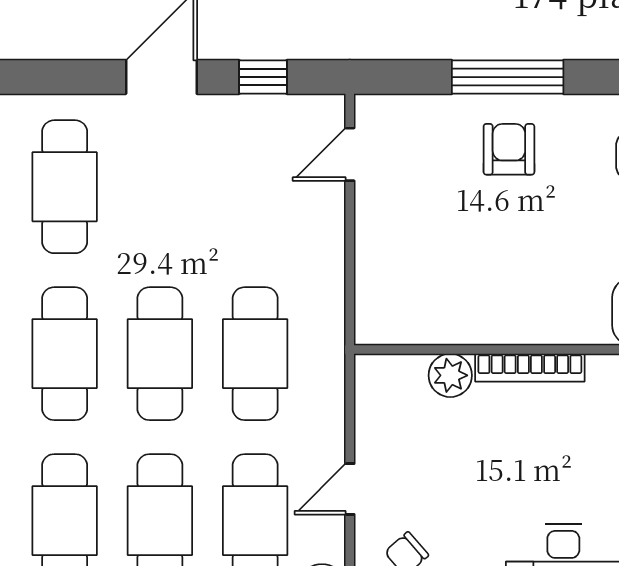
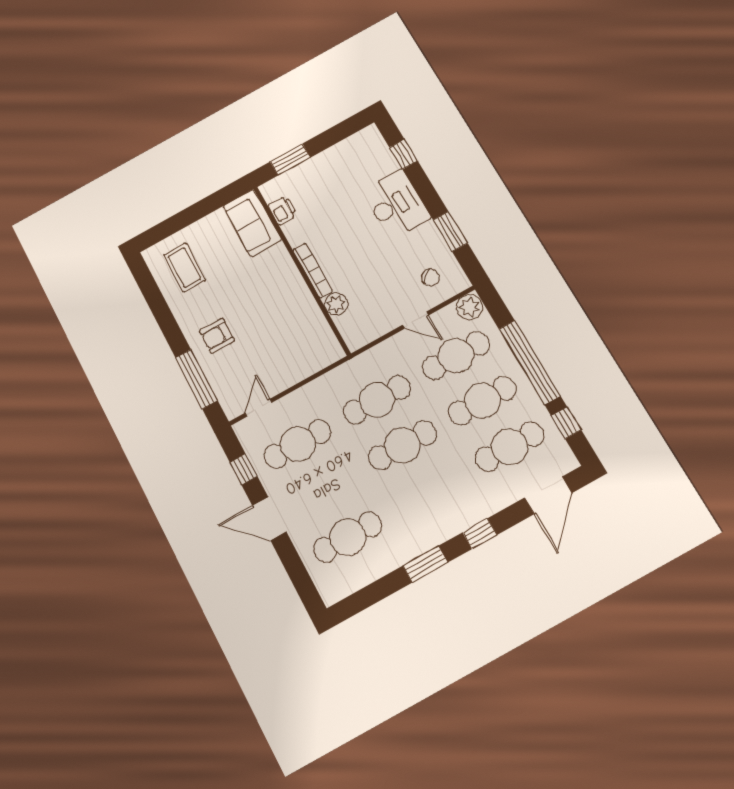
window: (508, 77) -> (197, 379), moved
door: (350, 154) -> (258, 408), swing flipped
cafe table: (65, 354) -> (298, 444), moved

